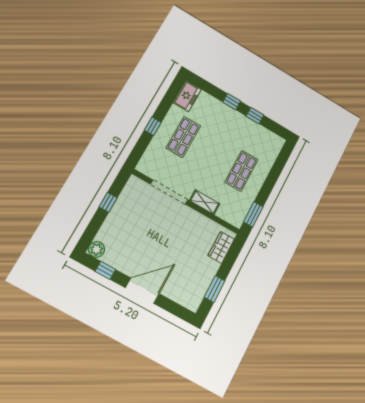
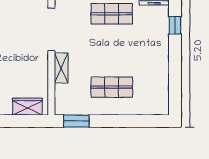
window: (232, 102) -> (175, 25), moved
window: (255, 116) -> (175, 71), removed

